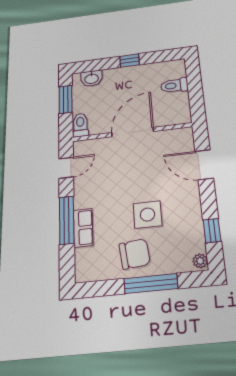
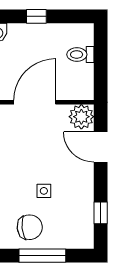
side table: (147, 215) -> (44, 191), width x0.54, depth x0.54
plant: (200, 261) -> (81, 117), moved, width x1.88, depth x1.88

